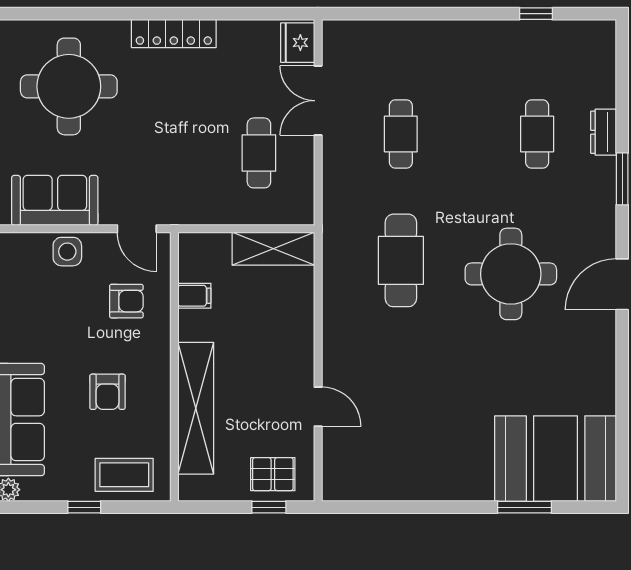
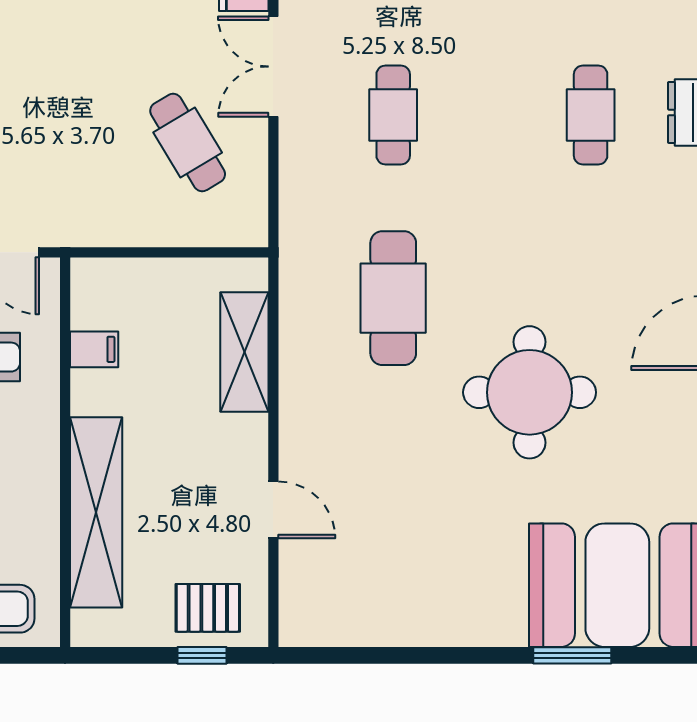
cafe table: (259, 153) -> (188, 143), turned -31
shelving: (273, 249) -> (244, 352), moved, turned 90
round table: (511, 274) -> (530, 392), moved

